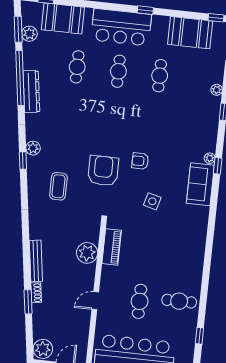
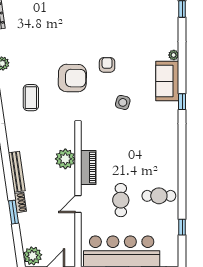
armchair: (140, 161) -> (107, 65), turned 90
window: (218, 166) -> (182, 102), moved
armchair: (103, 171) -> (72, 78), turned 91
piano: (112, 247) -> (88, 167), moved

